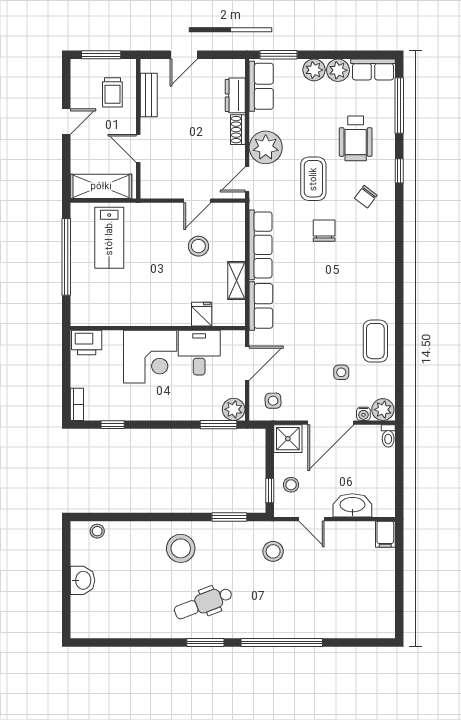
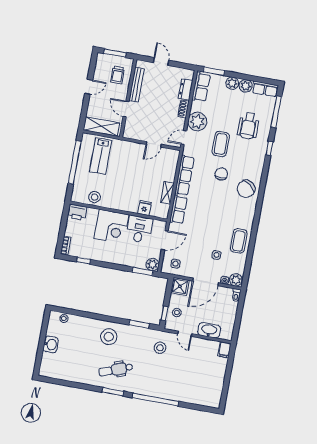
door: (184, 55) -> (161, 61), swing flipped
bench: (149, 95) -> (137, 85), width x1.36
chair: (366, 197) -> (246, 189), moved, width x1.87, depth x1.87
stool: (198, 246) -> (95, 197), moved

